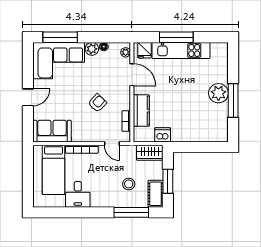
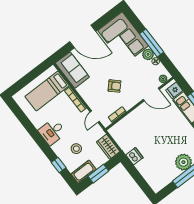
window: (60, 37) -> (152, 43), moved
door: (132, 75) -> (151, 95), hinge flipped
door: (28, 97) -> (83, 36), width x1.88
kitchen counter: (141, 111) -> (132, 119), removed
dishwasher: (163, 135) -> (134, 156), moved
desk: (78, 194) -> (52, 132), moved
window: (131, 212) -> (59, 165), width x0.46

